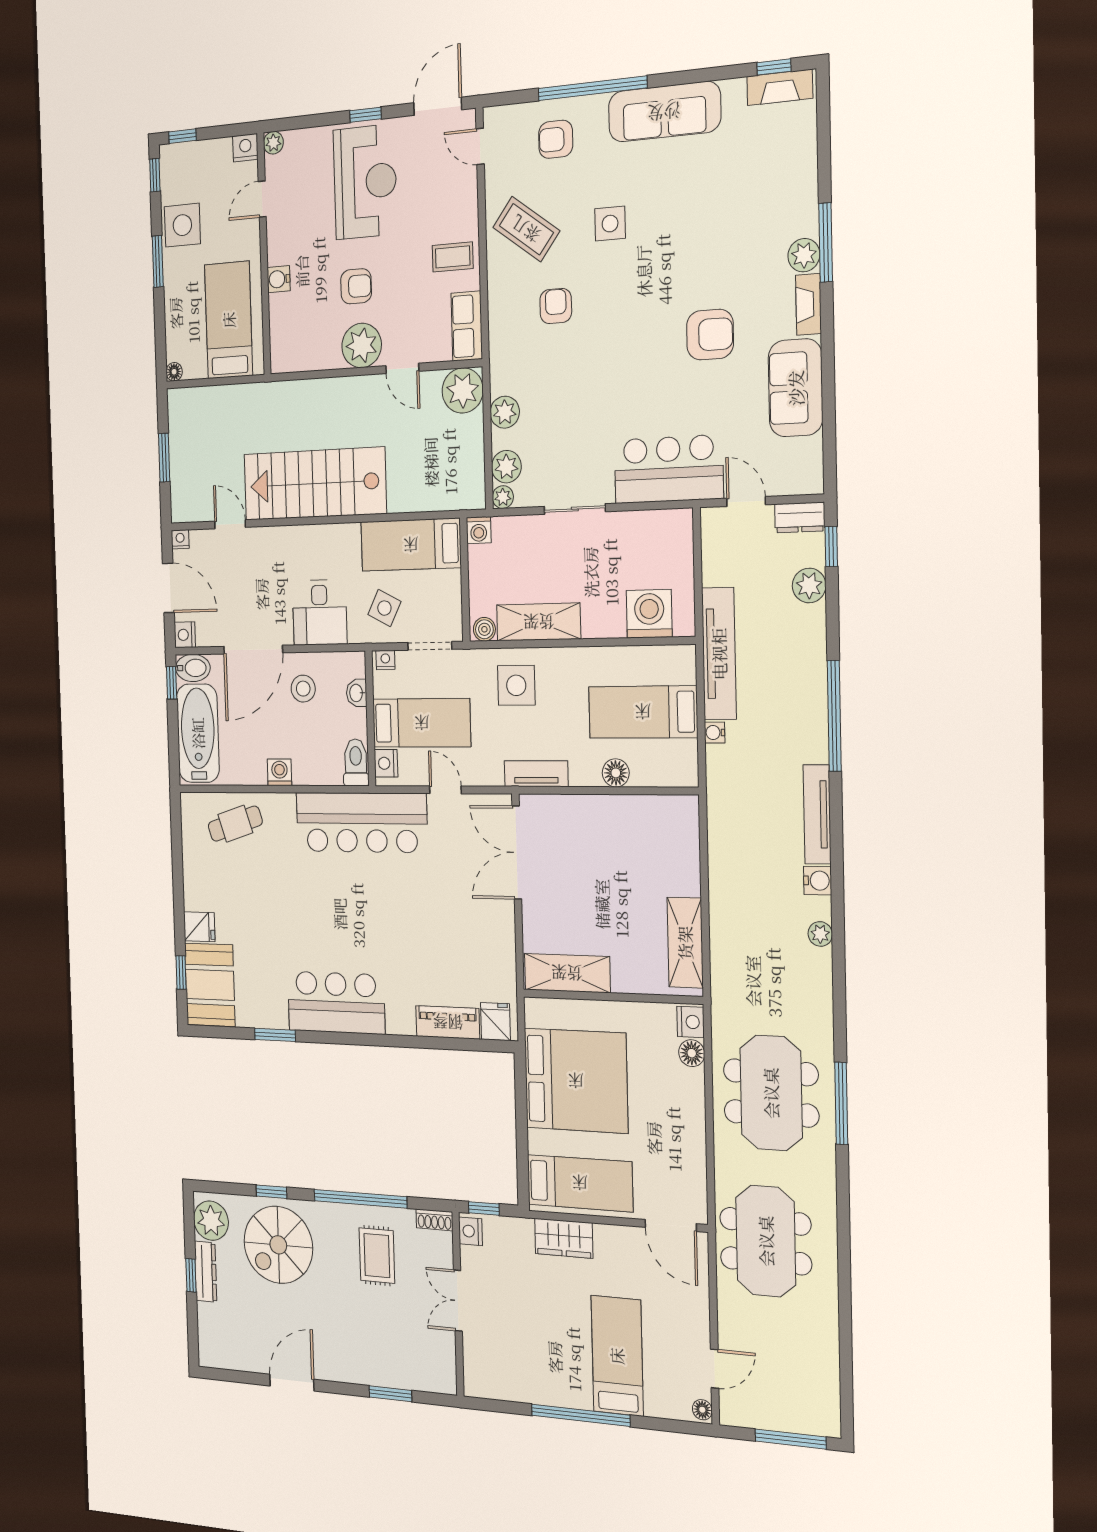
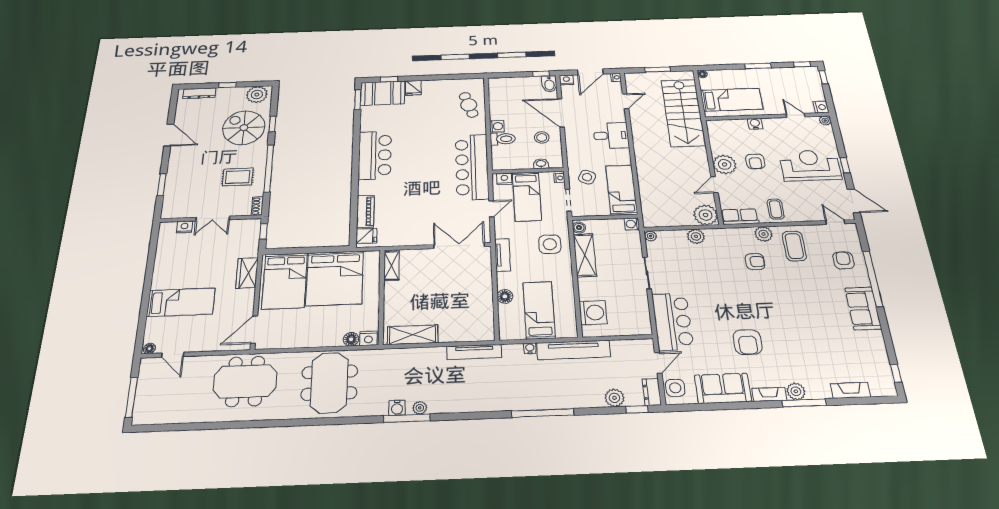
fireplace: (780, 87) -> (850, 390), moved, turned 90
sofa: (664, 112) -> (863, 308), width x0.73
door: (480, 146) -> (835, 222), hinge flipped
reception desk: (365, 182) -> (810, 165), turned 180
side table: (610, 224) -> (675, 388), moved
side table: (182, 225) -> (778, 77), removed
coffee table: (526, 229) -> (794, 246), turned -37
plant: (506, 467) -> (763, 234), moved
stairs: (315, 484) -> (683, 113), moved, turned 180
desk: (320, 612) -> (611, 135), moved, turned 180
bathtub: (198, 733) -> (515, 86), removed
toilet: (356, 763) -> (503, 139), moved
tv unit: (817, 814) -> (474, 352), moved, turned 180
water cooler: (818, 881) -> (397, 408), moved
shelving: (567, 973) -> (391, 265), width x0.67, depth x0.75
window: (275, 1035) -> (358, 100), moved
meeting table: (771, 1093) -> (329, 383), turned 90
window: (841, 1103) -> (407, 418), moved
bed: (580, 1183) -> (285, 281), width x1.50
nightstand: (471, 1231) -> (184, 227), moved
dresser: (206, 1272) -> (199, 93), moved
double door: (458, 1301) -> (213, 218), swing flipped
window: (581, 1415) -> (148, 283), removed

